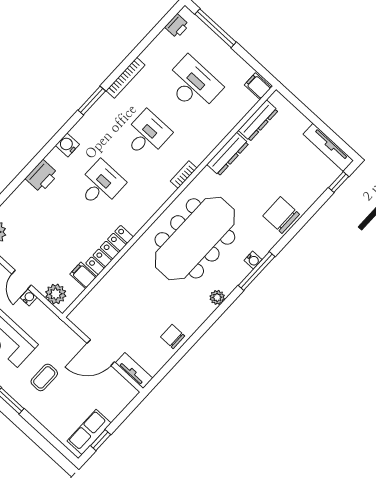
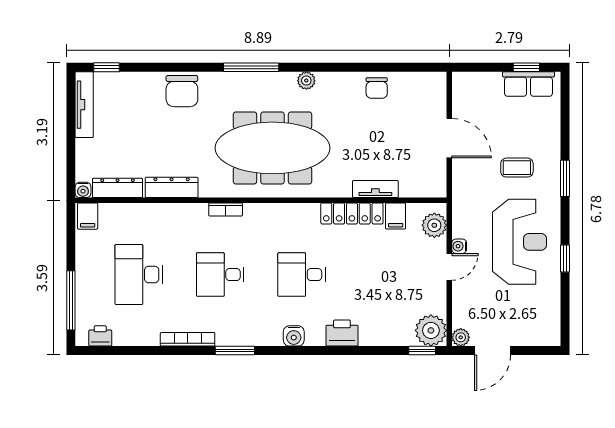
water cooler: (253, 260) -> (83, 190), moved, turned 180
tv unit: (134, 371) -> (375, 189), moved, turned 90

